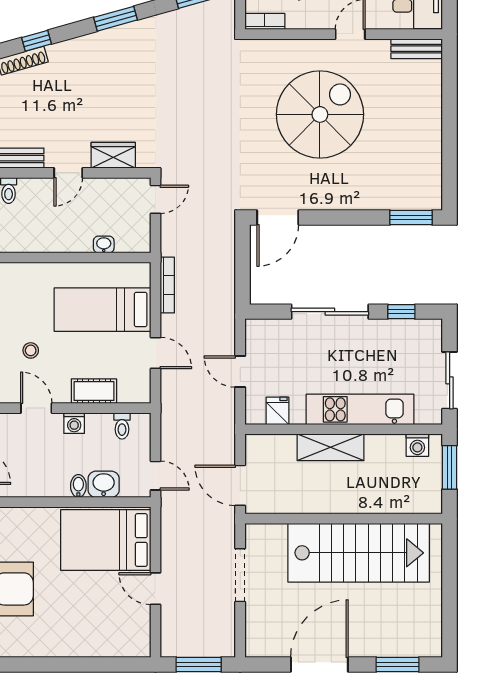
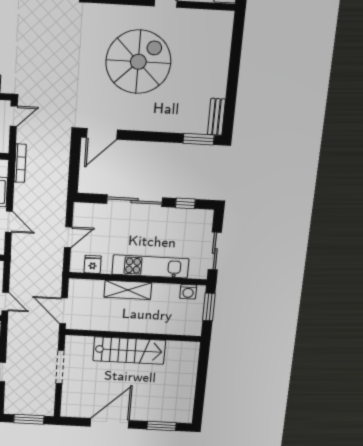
bench: (417, 49) -> (216, 117), moved, turned 90
bookcase: (167, 285) -> (20, 163), moved
door: (240, 372) -> (68, 237), swing flipped
stairs: (359, 553) -> (129, 350), width x0.73, depth x0.66

